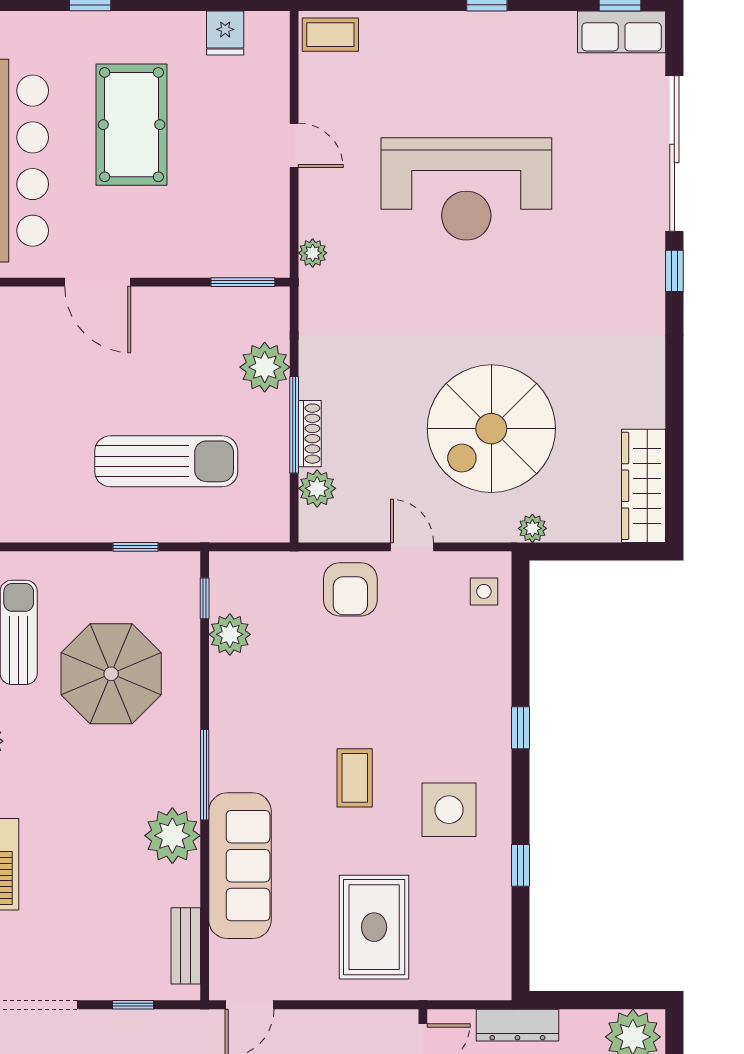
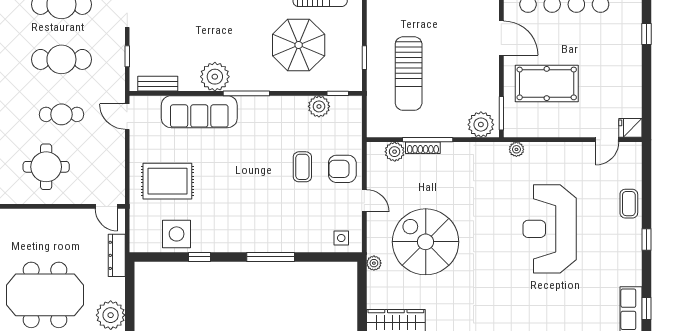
fridge: (225, 33) -> (630, 128), moved
coffee table: (330, 35) -> (629, 204), moved
pool table: (132, 125) -> (547, 83), moved
door: (294, 145) -> (607, 140), moved
door: (98, 282) -> (501, 38), swing flipped
plant: (265, 367) -> (481, 125), moved
door: (412, 547) -> (364, 201), hinge flipped
window: (521, 728) -> (271, 257), width x2.17
coffee table: (355, 778) -> (302, 167), moved, turned 90
side table: (449, 810) -> (177, 234), moved

